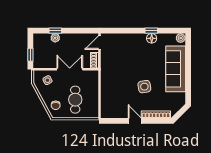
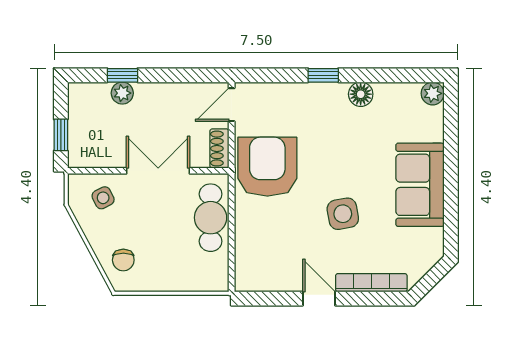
window: (151, 31) -> (323, 75), moved
armchair: (114, 68) -> (267, 167), added
sofa: (176, 69) -> (420, 185), width x0.73
cafe table: (75, 100) -> (211, 218), moved

